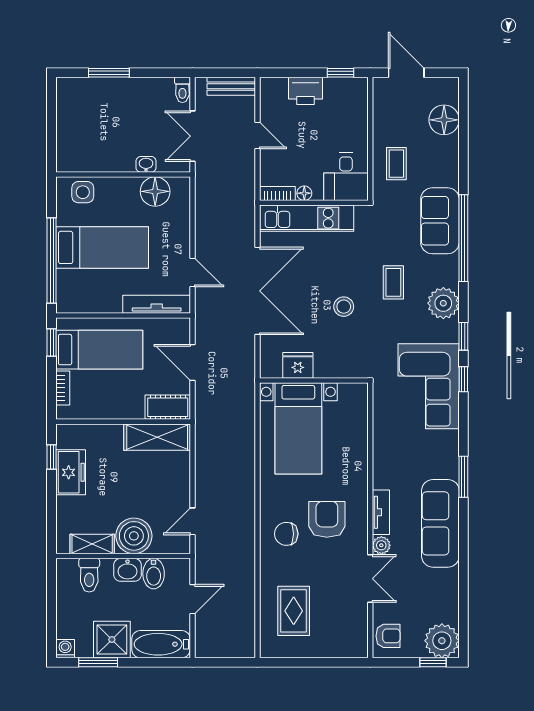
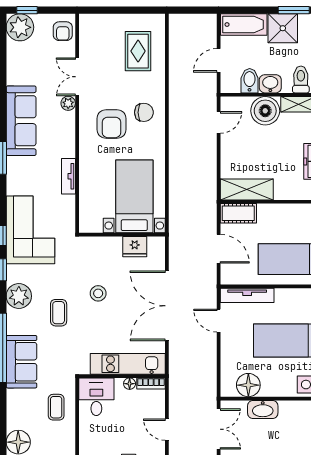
washbasin: (146, 164) -> (263, 409), width x1.91, depth x1.45
tv unit: (381, 512) -> (69, 176), moved
armchair: (388, 636) -> (63, 31), turned -90

